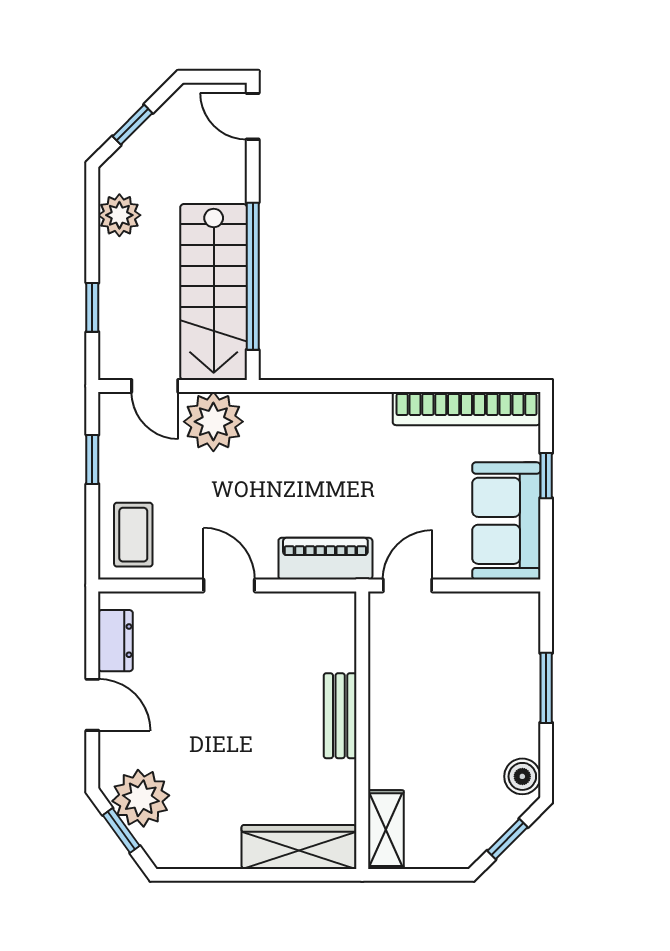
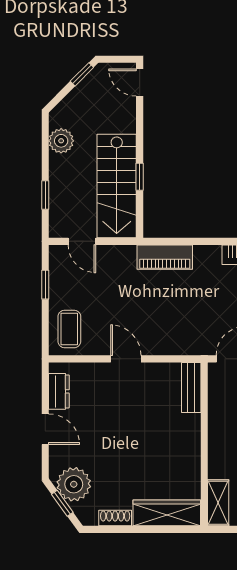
window: (132, 125) -> (82, 74), moved
window: (253, 276) -> (140, 177), width x0.32
plant: (213, 422) -> (117, 262), removed
piano: (325, 559) -> (165, 257), moved, turned 180
bench: (340, 716) -> (191, 387), moved
shoe rack: (211, 856) -> (115, 518), added

